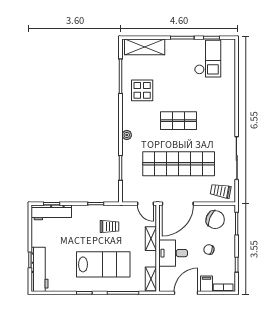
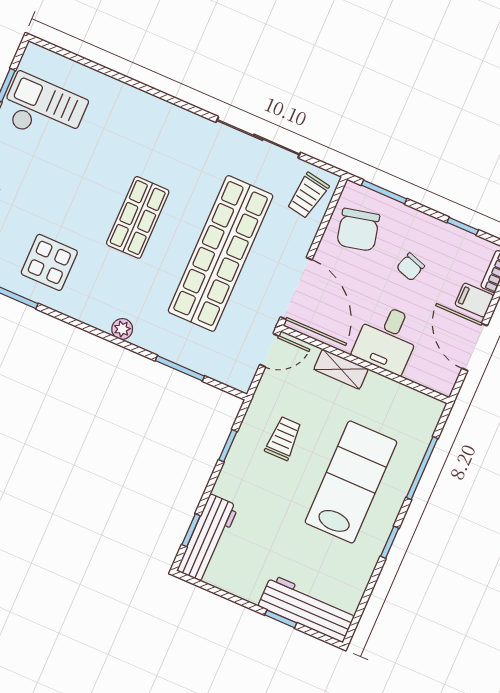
chair: (215, 220) -> (358, 230), turned 144
shelving: (151, 279) -> (418, 403), removed

